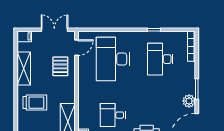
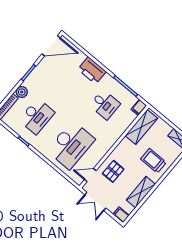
plant: (189, 101) -> (22, 92), moved

